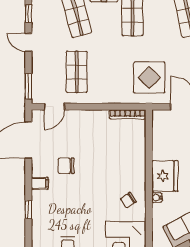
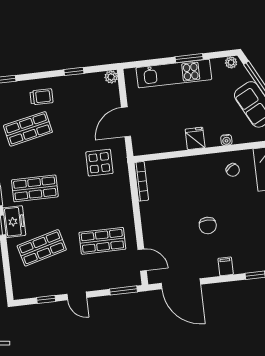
door: (28, 42) -> (77, 296), hinge flipped
display table: (149, 78) -> (99, 163), width x0.73, depth x0.73
chair: (66, 166) -> (208, 226), moved
fridge: (165, 176) -> (195, 138), width x0.53, depth x0.75

